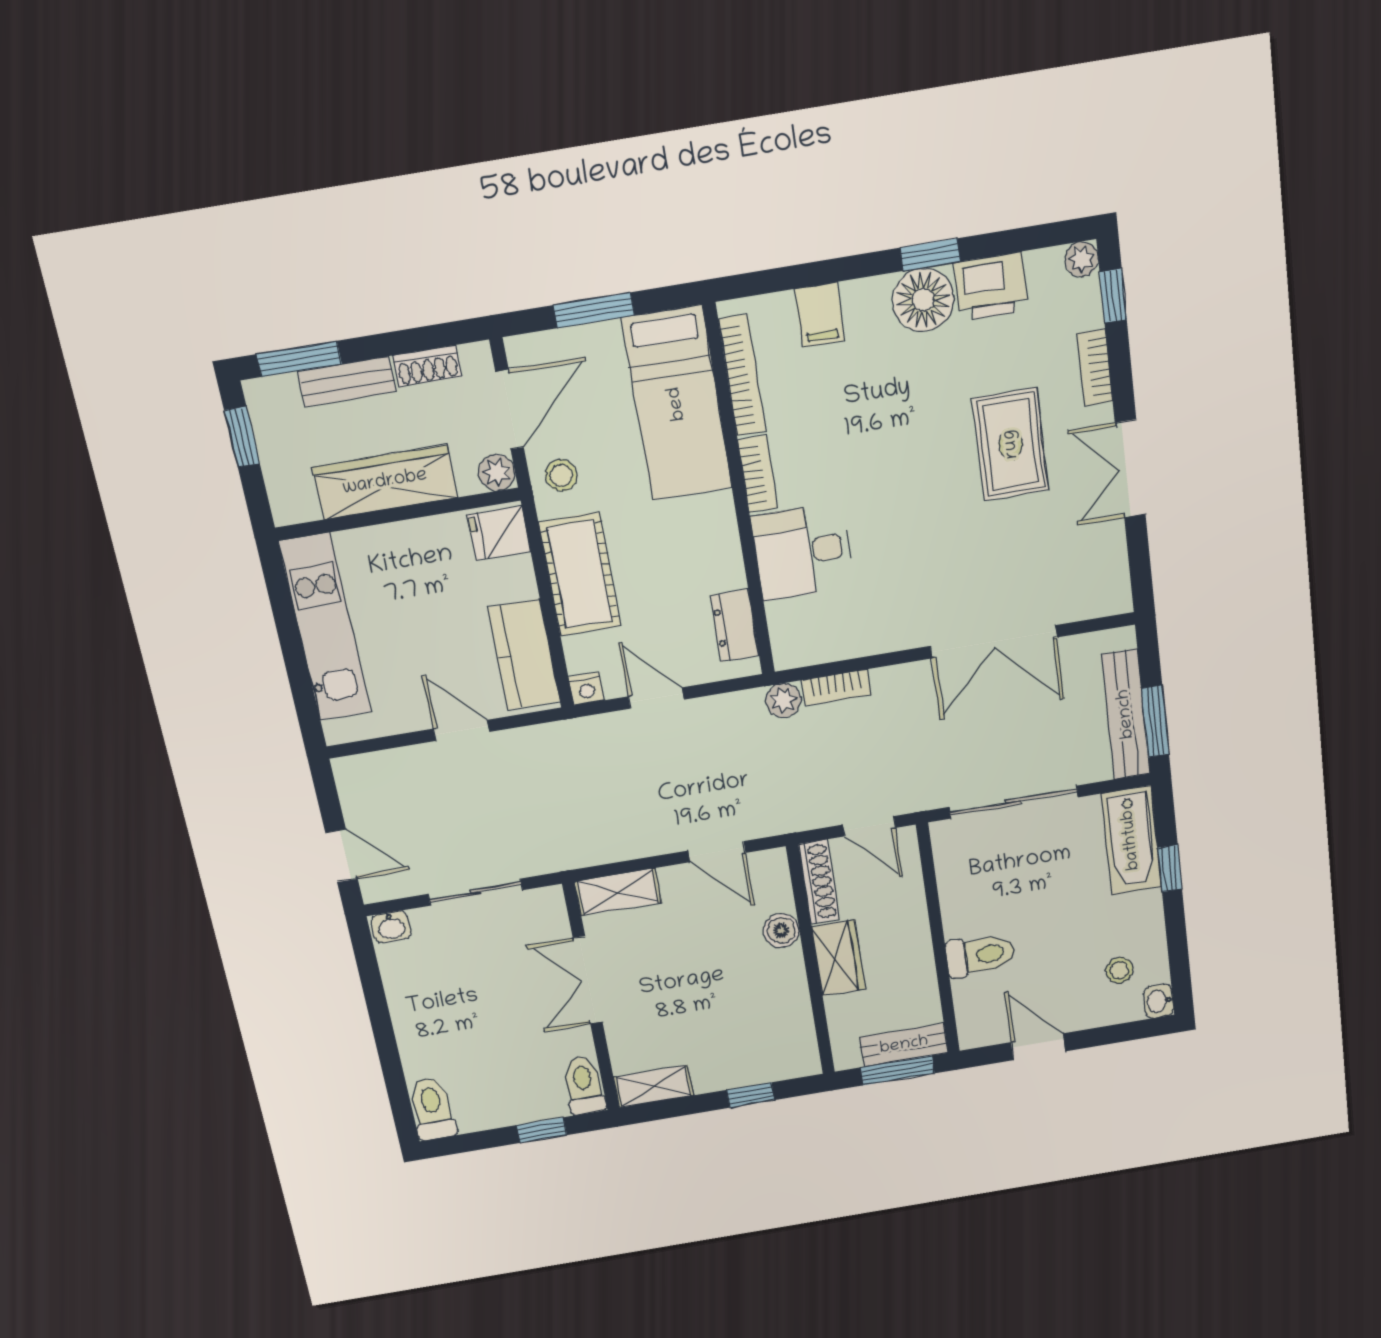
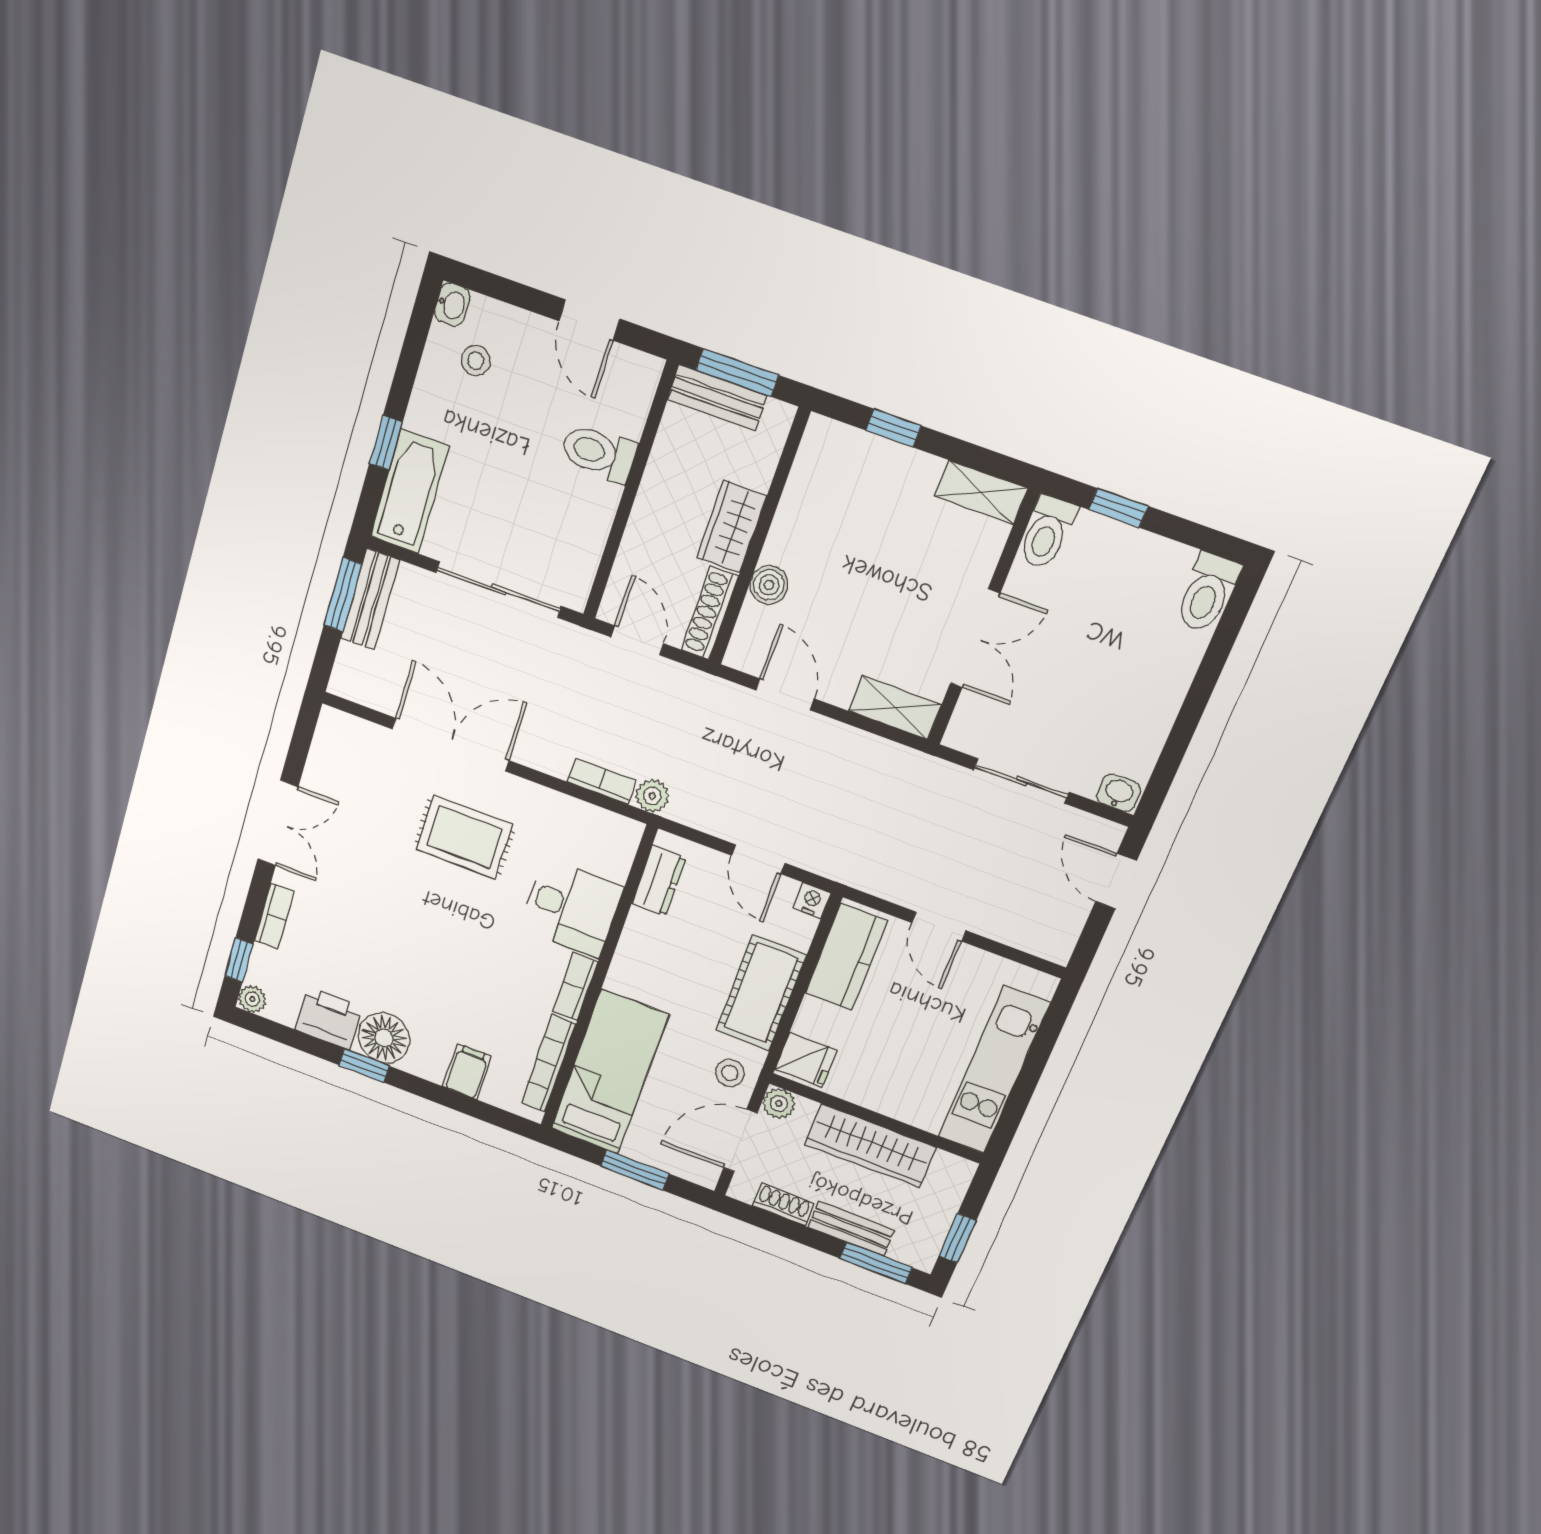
rug: (1011, 444) -> (464, 837), moved, turned 90
bench: (1126, 714) -> (370, 599), width x0.73

